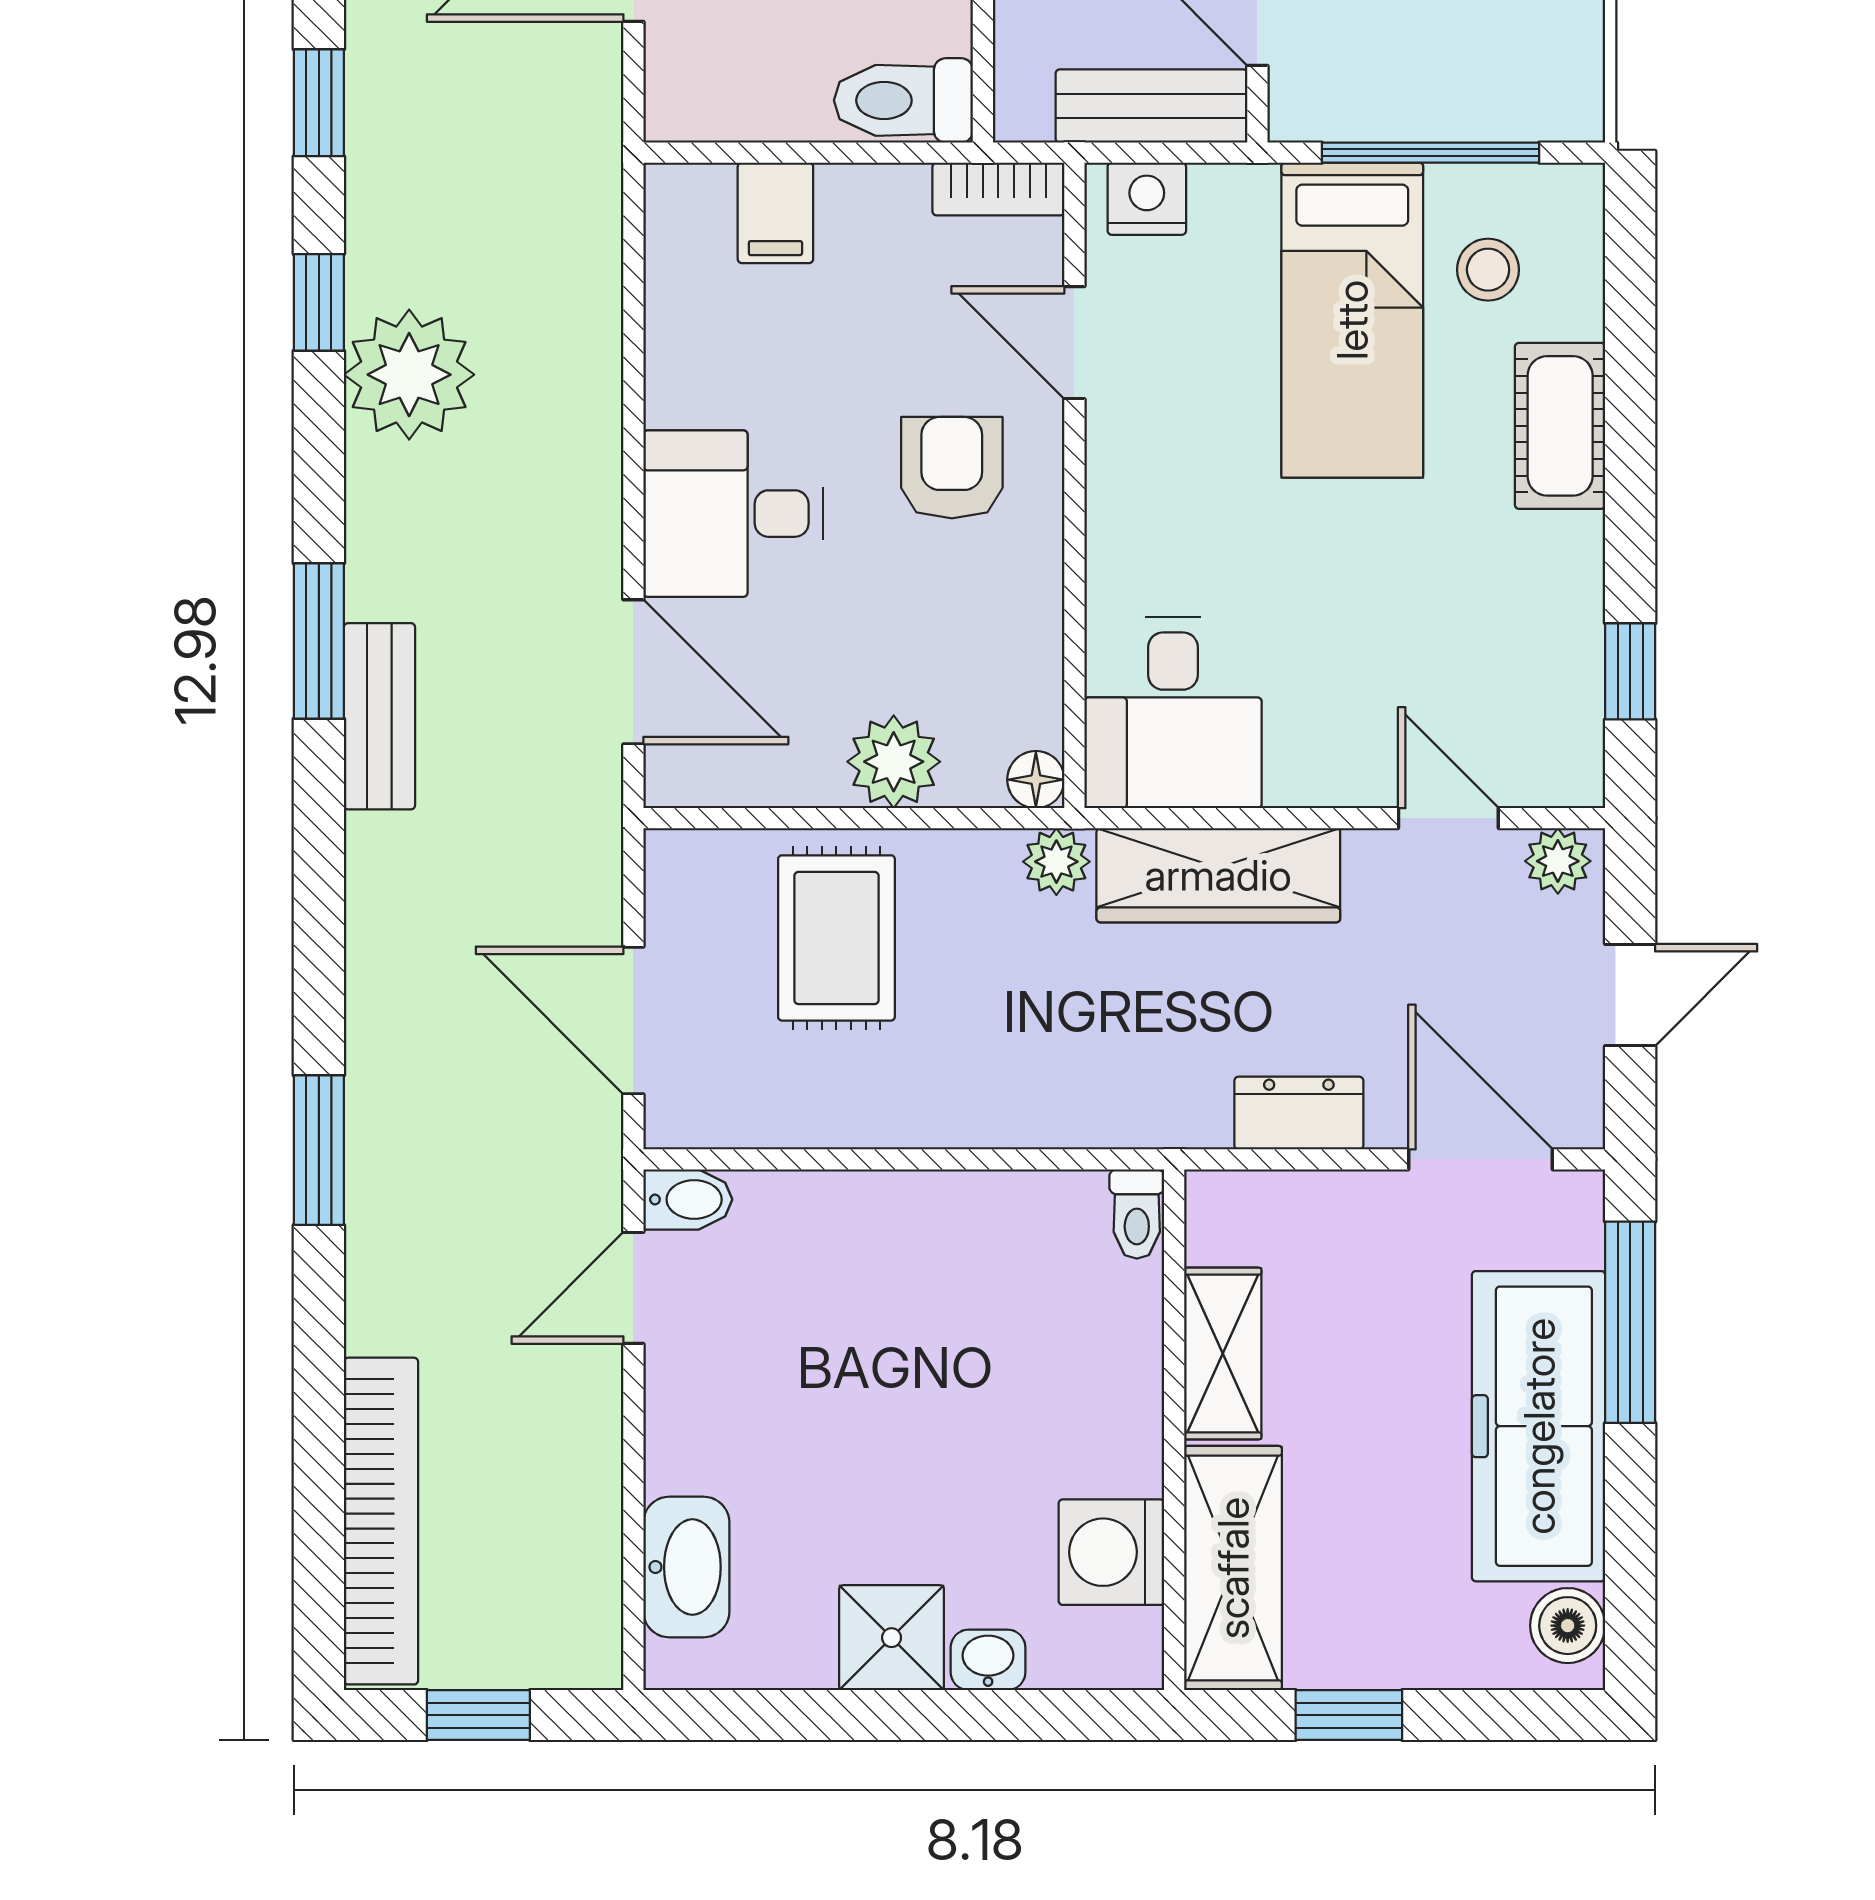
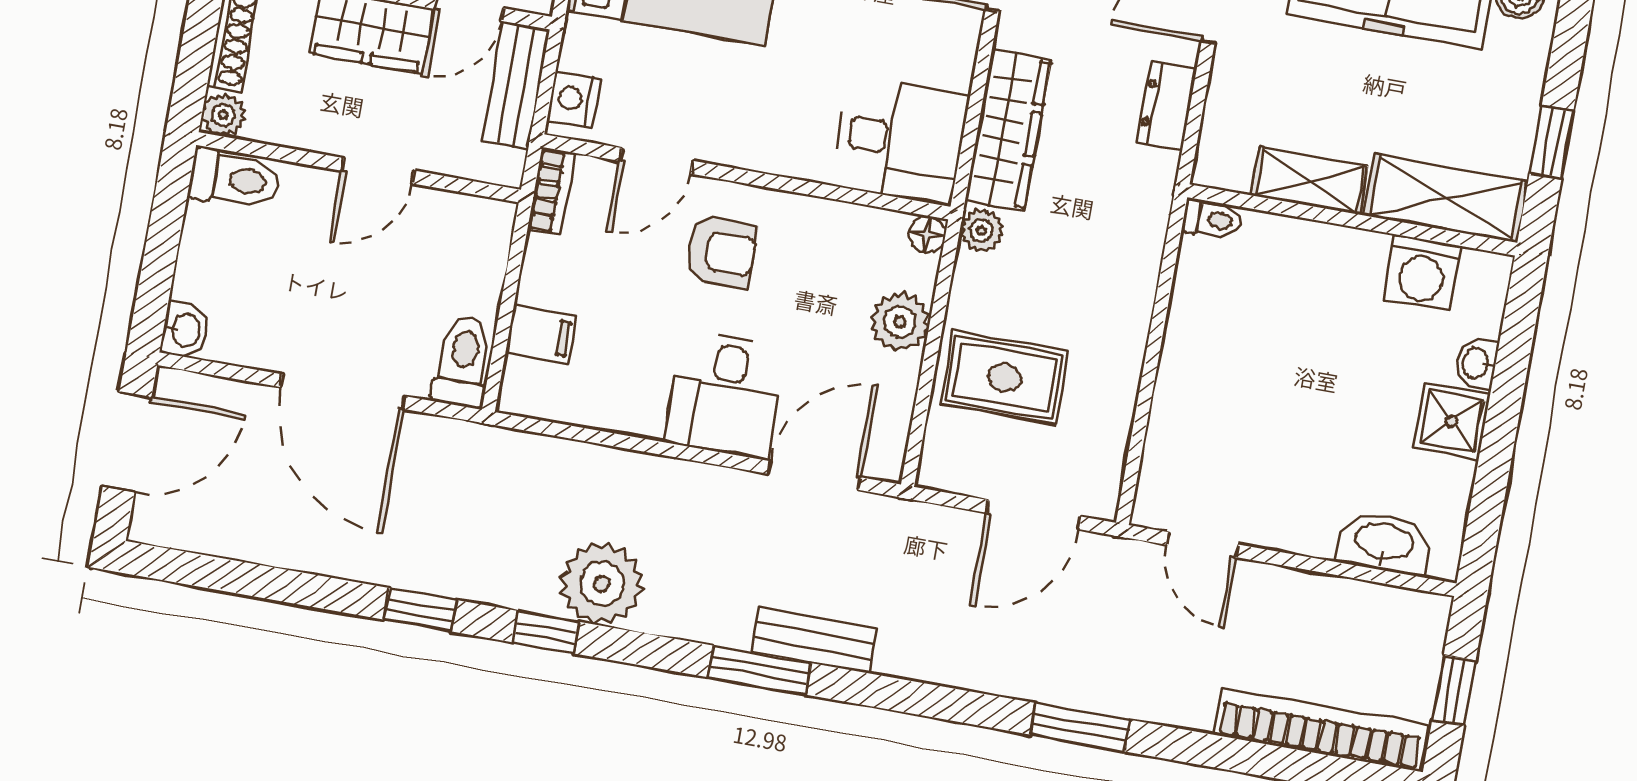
toilet: (903, 100) -> (463, 361), moved, turned 180
armchair: (952, 468) -> (721, 252), turned 180
bidet: (688, 1199) -> (1153, 500), removed

